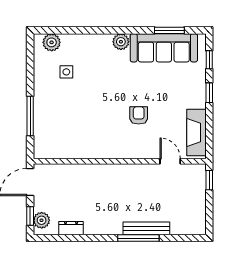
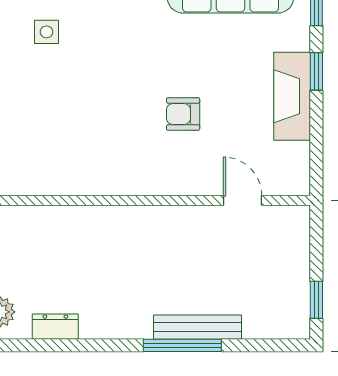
armchair: (139, 115) -> (183, 114), turned -90
fireplace: (196, 133) -> (292, 96), moved
window: (209, 180) -> (316, 300), moved

